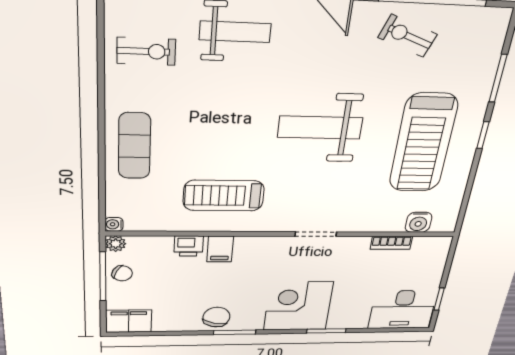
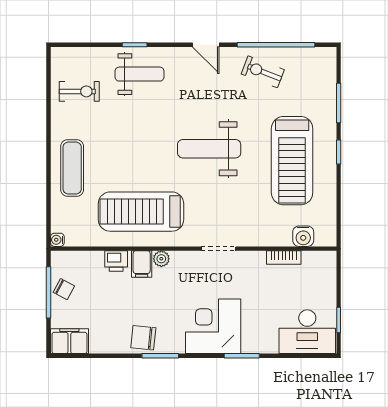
treadmill: (224, 196) -> (141, 212), width x1.37, depth x1.38
plant: (116, 244) -> (161, 259), moved
chair: (216, 317) -> (143, 338), turned -98

